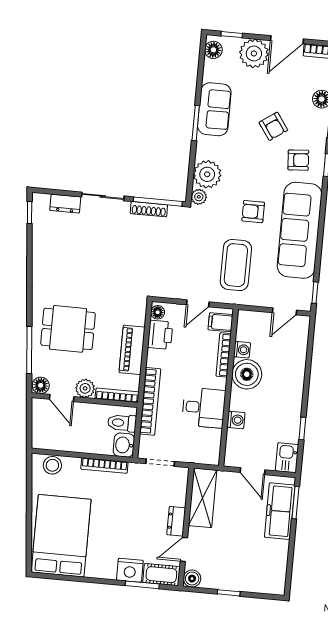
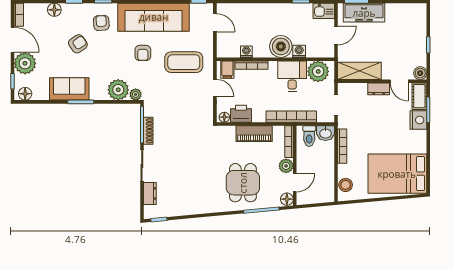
boiler: (247, 374) -> (281, 46), moved
plant: (207, 443) -> (318, 71), added

